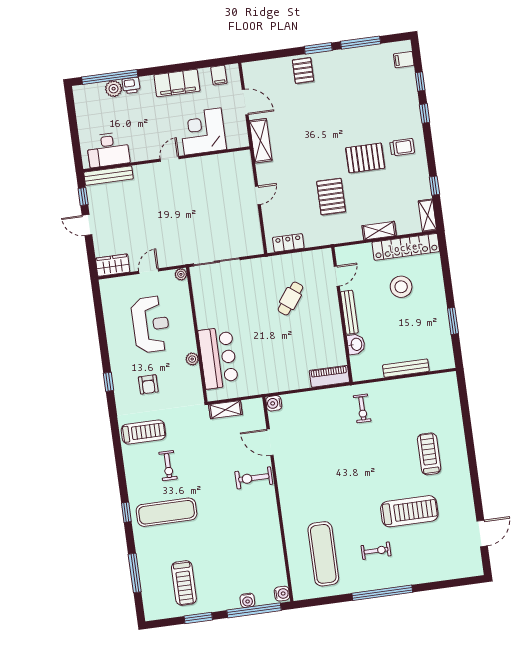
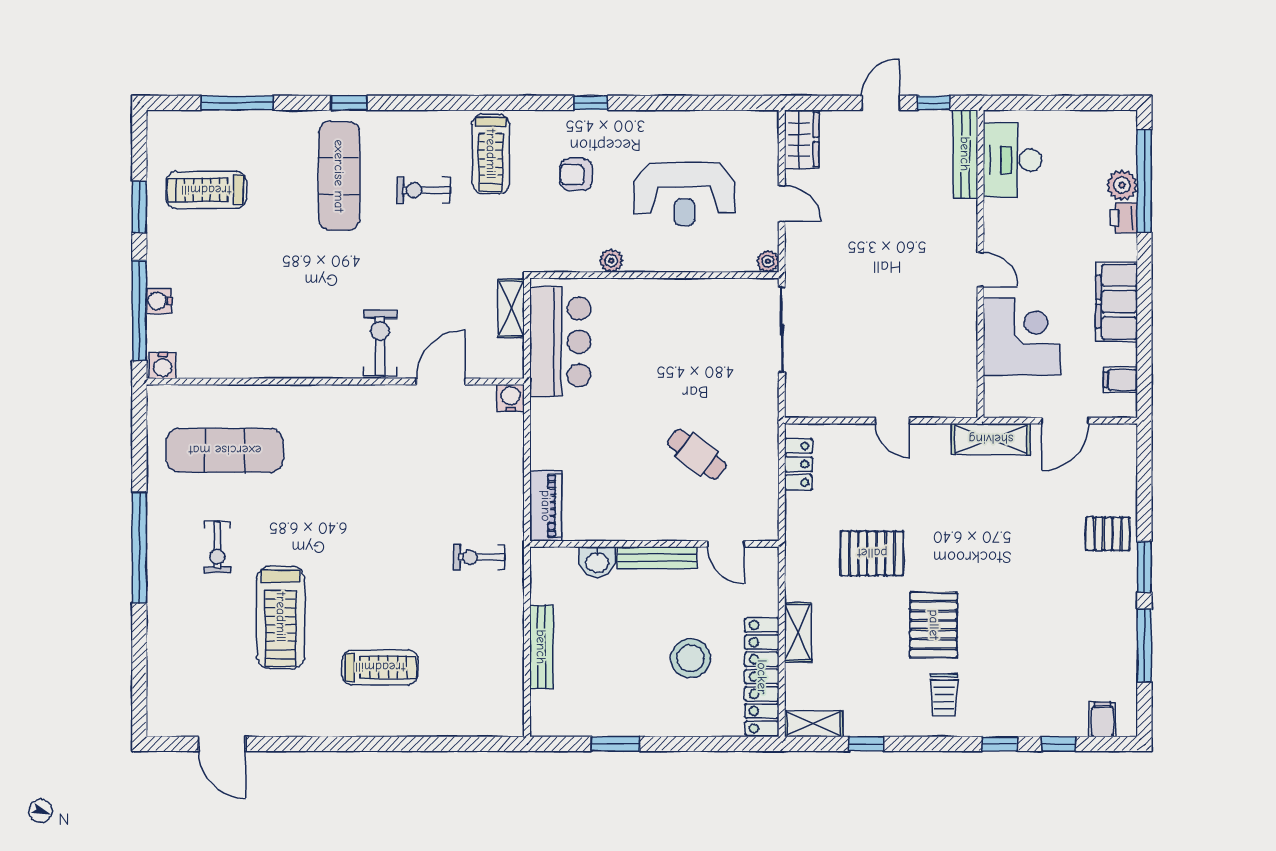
bar counter: (218, 358) -> (560, 342), moved, turned -90

